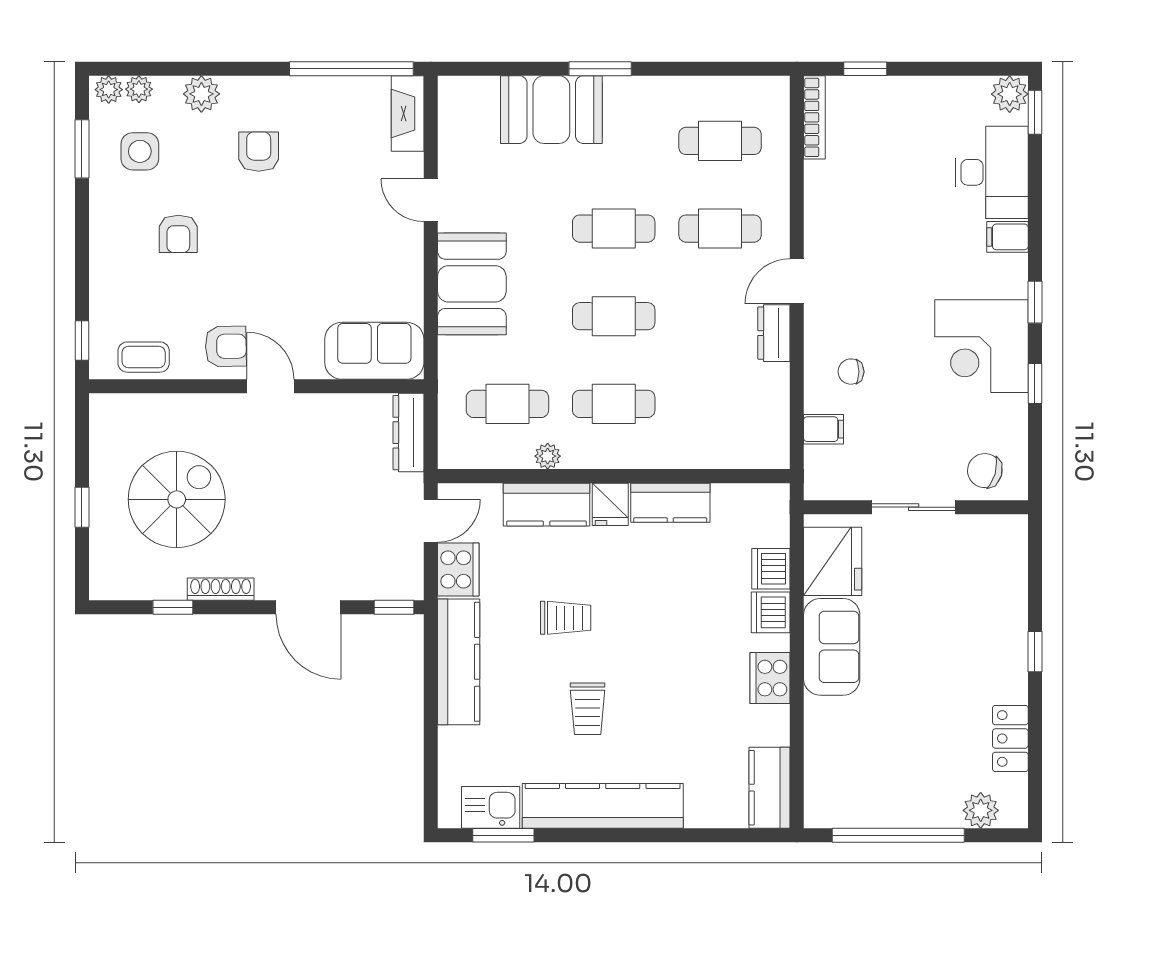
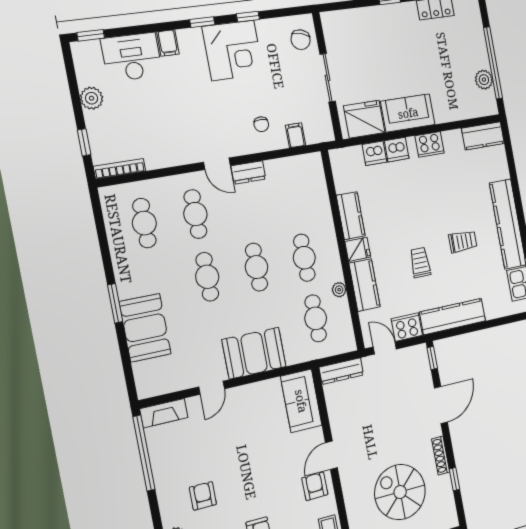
plant: (1010, 94) -> (92, 98), moved
armchair: (259, 152) -> (203, 496), turned 90
plant: (981, 810) -> (484, 80), moved

